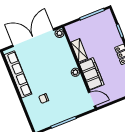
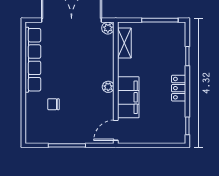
shelving: (79, 50) -> (124, 43), moved
door: (92, 99) -> (116, 130), swing flipped

